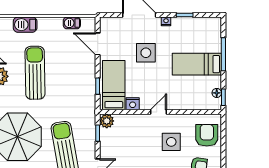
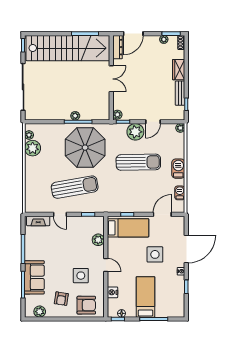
barbecue: (25, 25) -> (178, 169), moved
nightstand: (133, 104) -> (112, 292), moved
plant: (107, 121) -> (98, 240), moved

